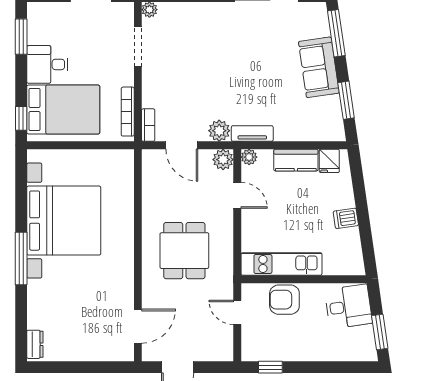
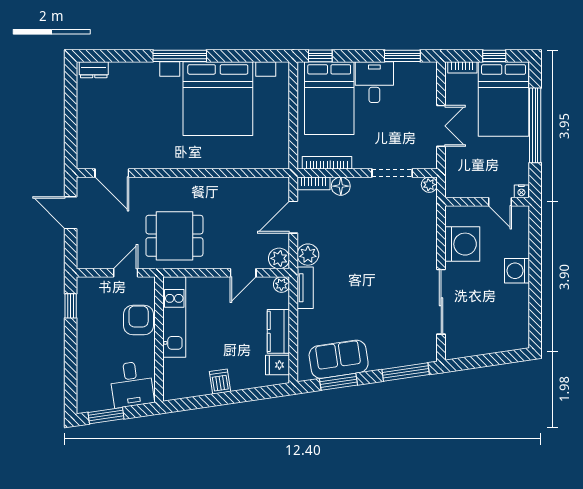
sofa: (319, 67) -> (339, 359), moved
floor lamp: (151, 98) -> (341, 186), added
dining table: (184, 251) -> (174, 236), moved

